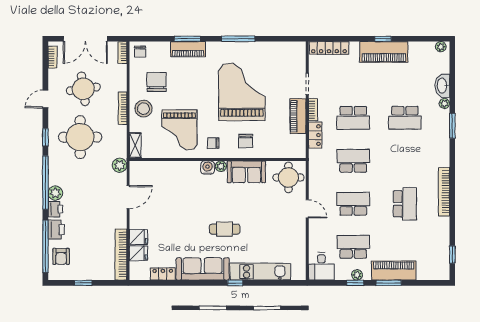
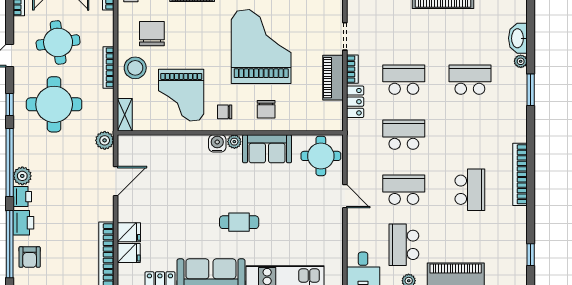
school desk: (353, 118) -> (404, 80), turned 180
school desk: (405, 118) -> (470, 80), turned 180
school desk: (353, 247) -> (404, 245), turned -90

